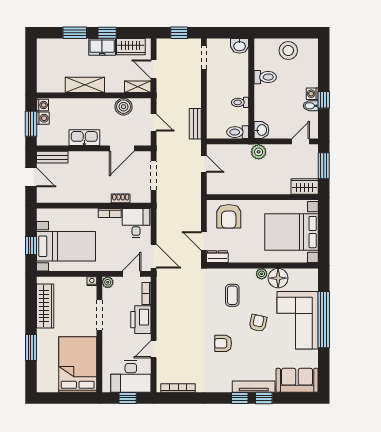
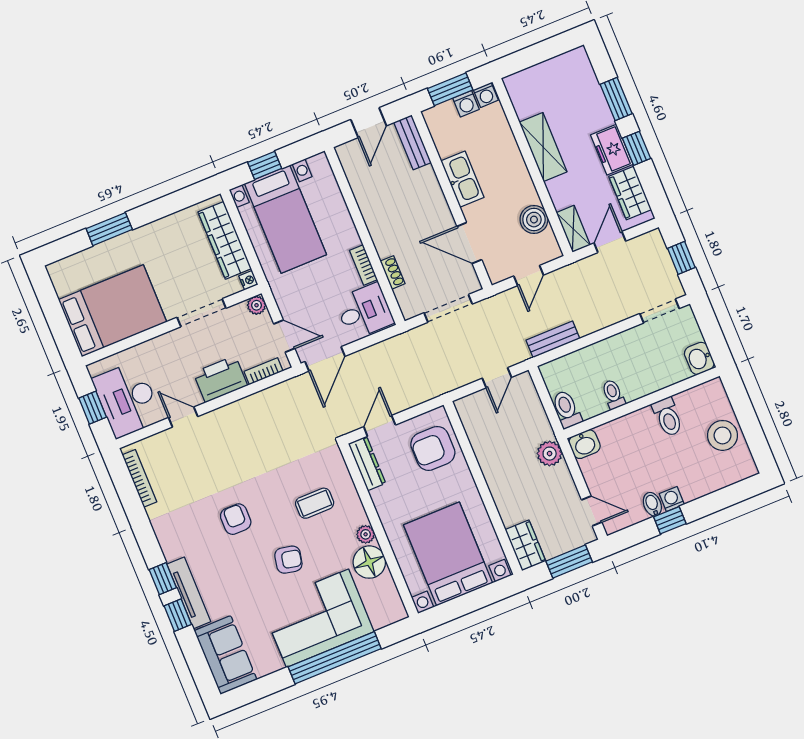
dresser: (217, 257) -> (367, 463), width x1.44
wardrobe: (45, 306) -> (225, 240), moved, turned 90

